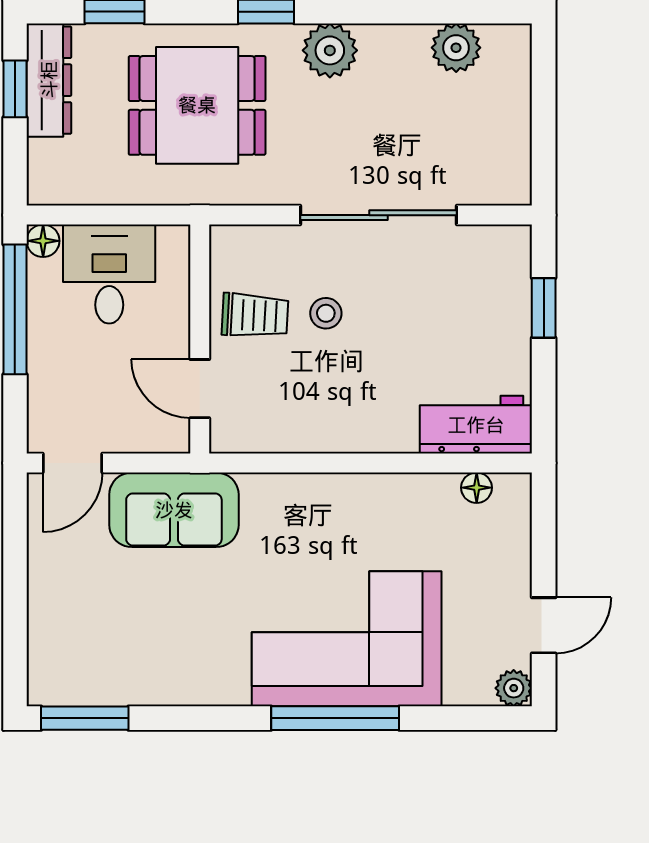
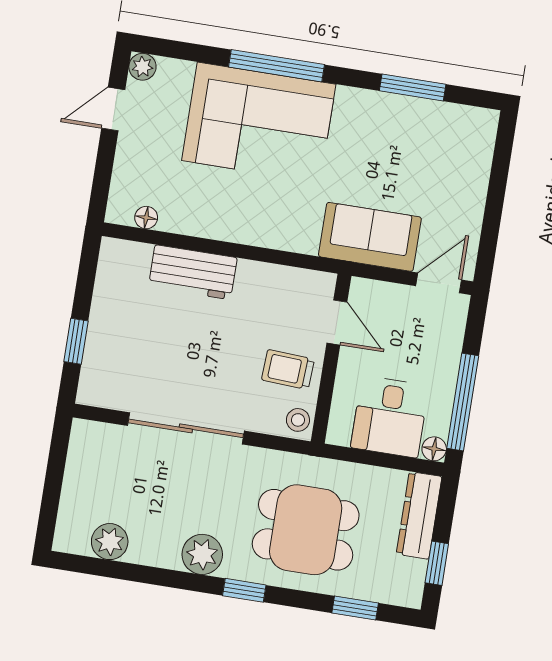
dresser: (49, 80) -> (419, 515), moved
stool: (326, 313) -> (298, 420), moved
workbench: (476, 425) -> (193, 272), moved
window: (85, 718) -> (413, 88), moved

